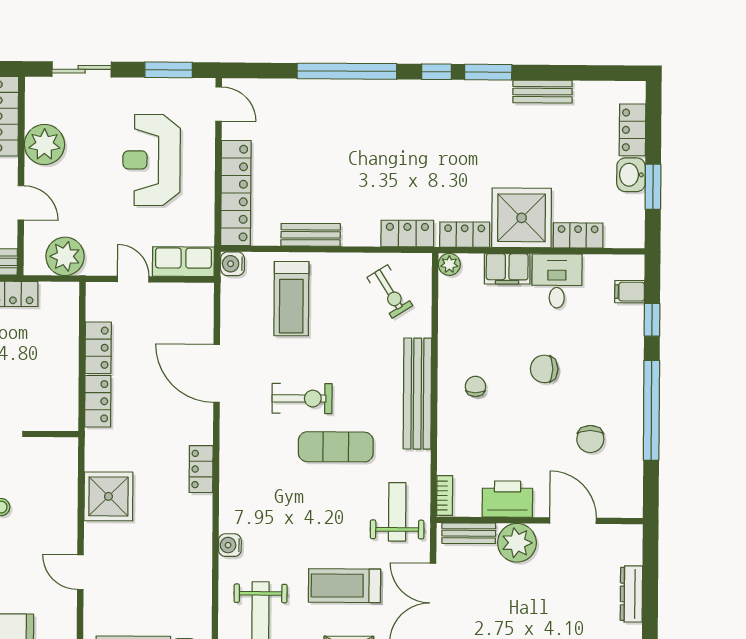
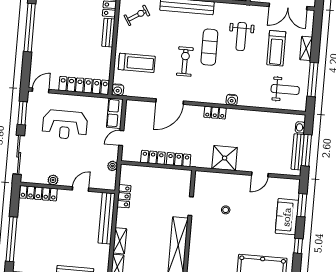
sliding door: (82, 69) -> (19, 155), width x1.37
plant: (44, 145) -> (53, 180), width x0.53, depth x0.53
bench: (311, 235) -> (108, 33), moved
plant: (65, 256) -> (112, 166), width x0.53, depth x0.53
weight bench: (397, 512) -> (241, 36), moved, turned -90
water cooler: (230, 545) -> (232, 100), moved

